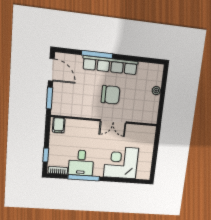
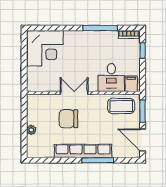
chair: (111, 95) -> (68, 119), moved
coffee table: (70, 105) -> (121, 106), added
corner desk: (121, 162) -> (45, 48), moved
desk: (81, 163) -> (111, 77), moved, turned 180

